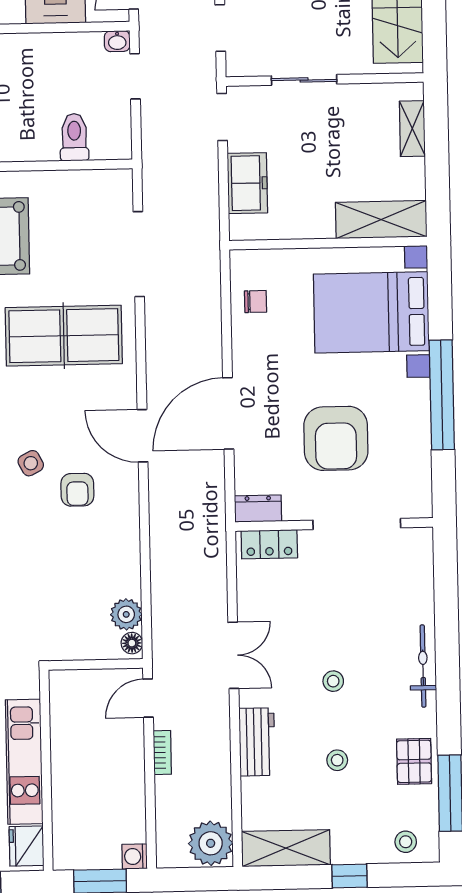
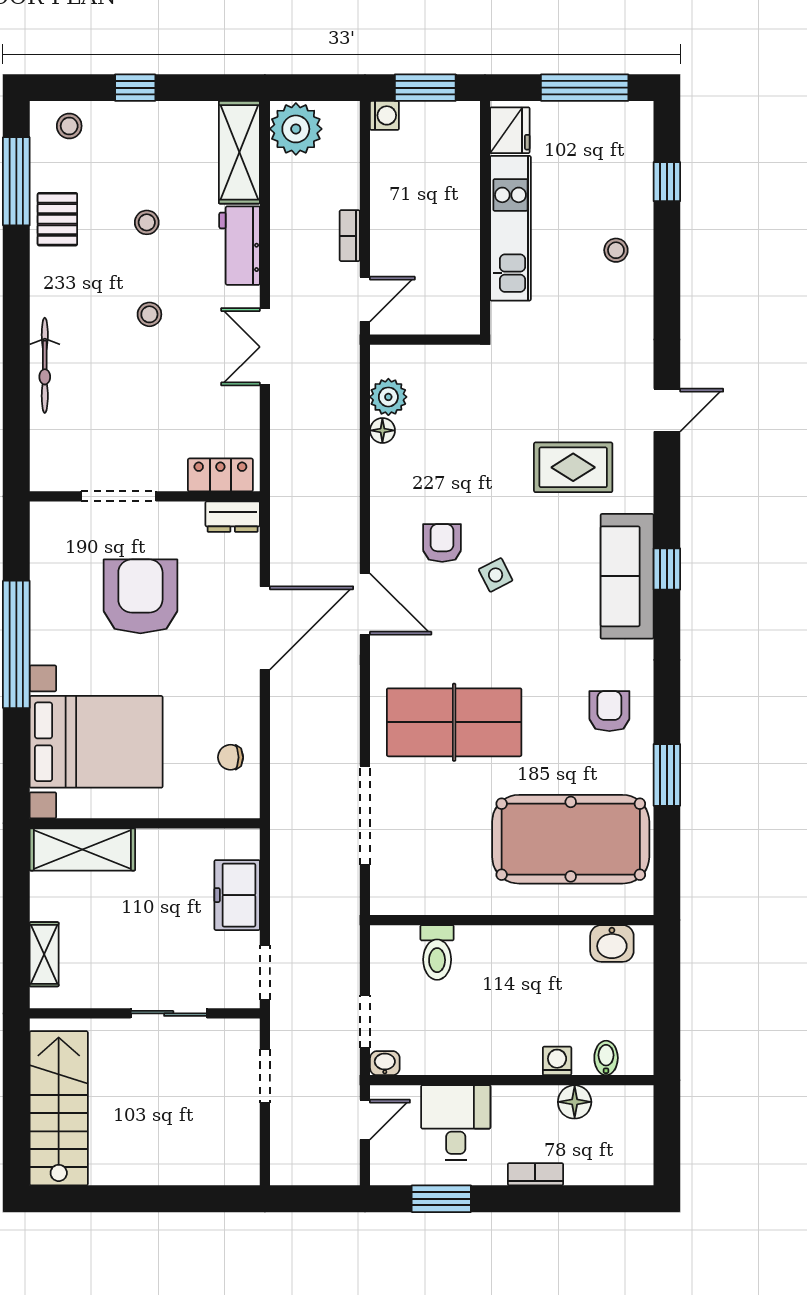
doorway: (357, 524) -> (118, 496), width x0.73
floor lamp: (132, 643) -> (382, 430), moved
bicycle: (423, 666) -> (45, 365), moved
shelving: (286, 848) -> (239, 152), moved, turned 90

